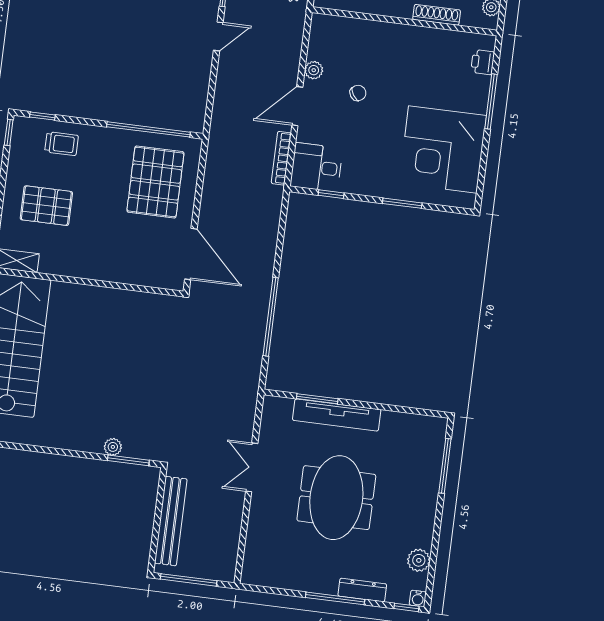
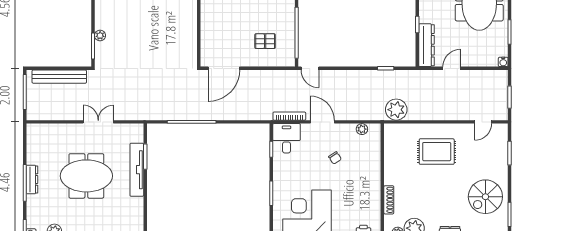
door: (218, 36) -> (310, 68), moved
plant: (314, 70) -> (362, 129), moved
pallet: (155, 182) -> (265, 41), width x0.49, depth x0.50
dresser: (362, 590) -> (32, 180), moved

